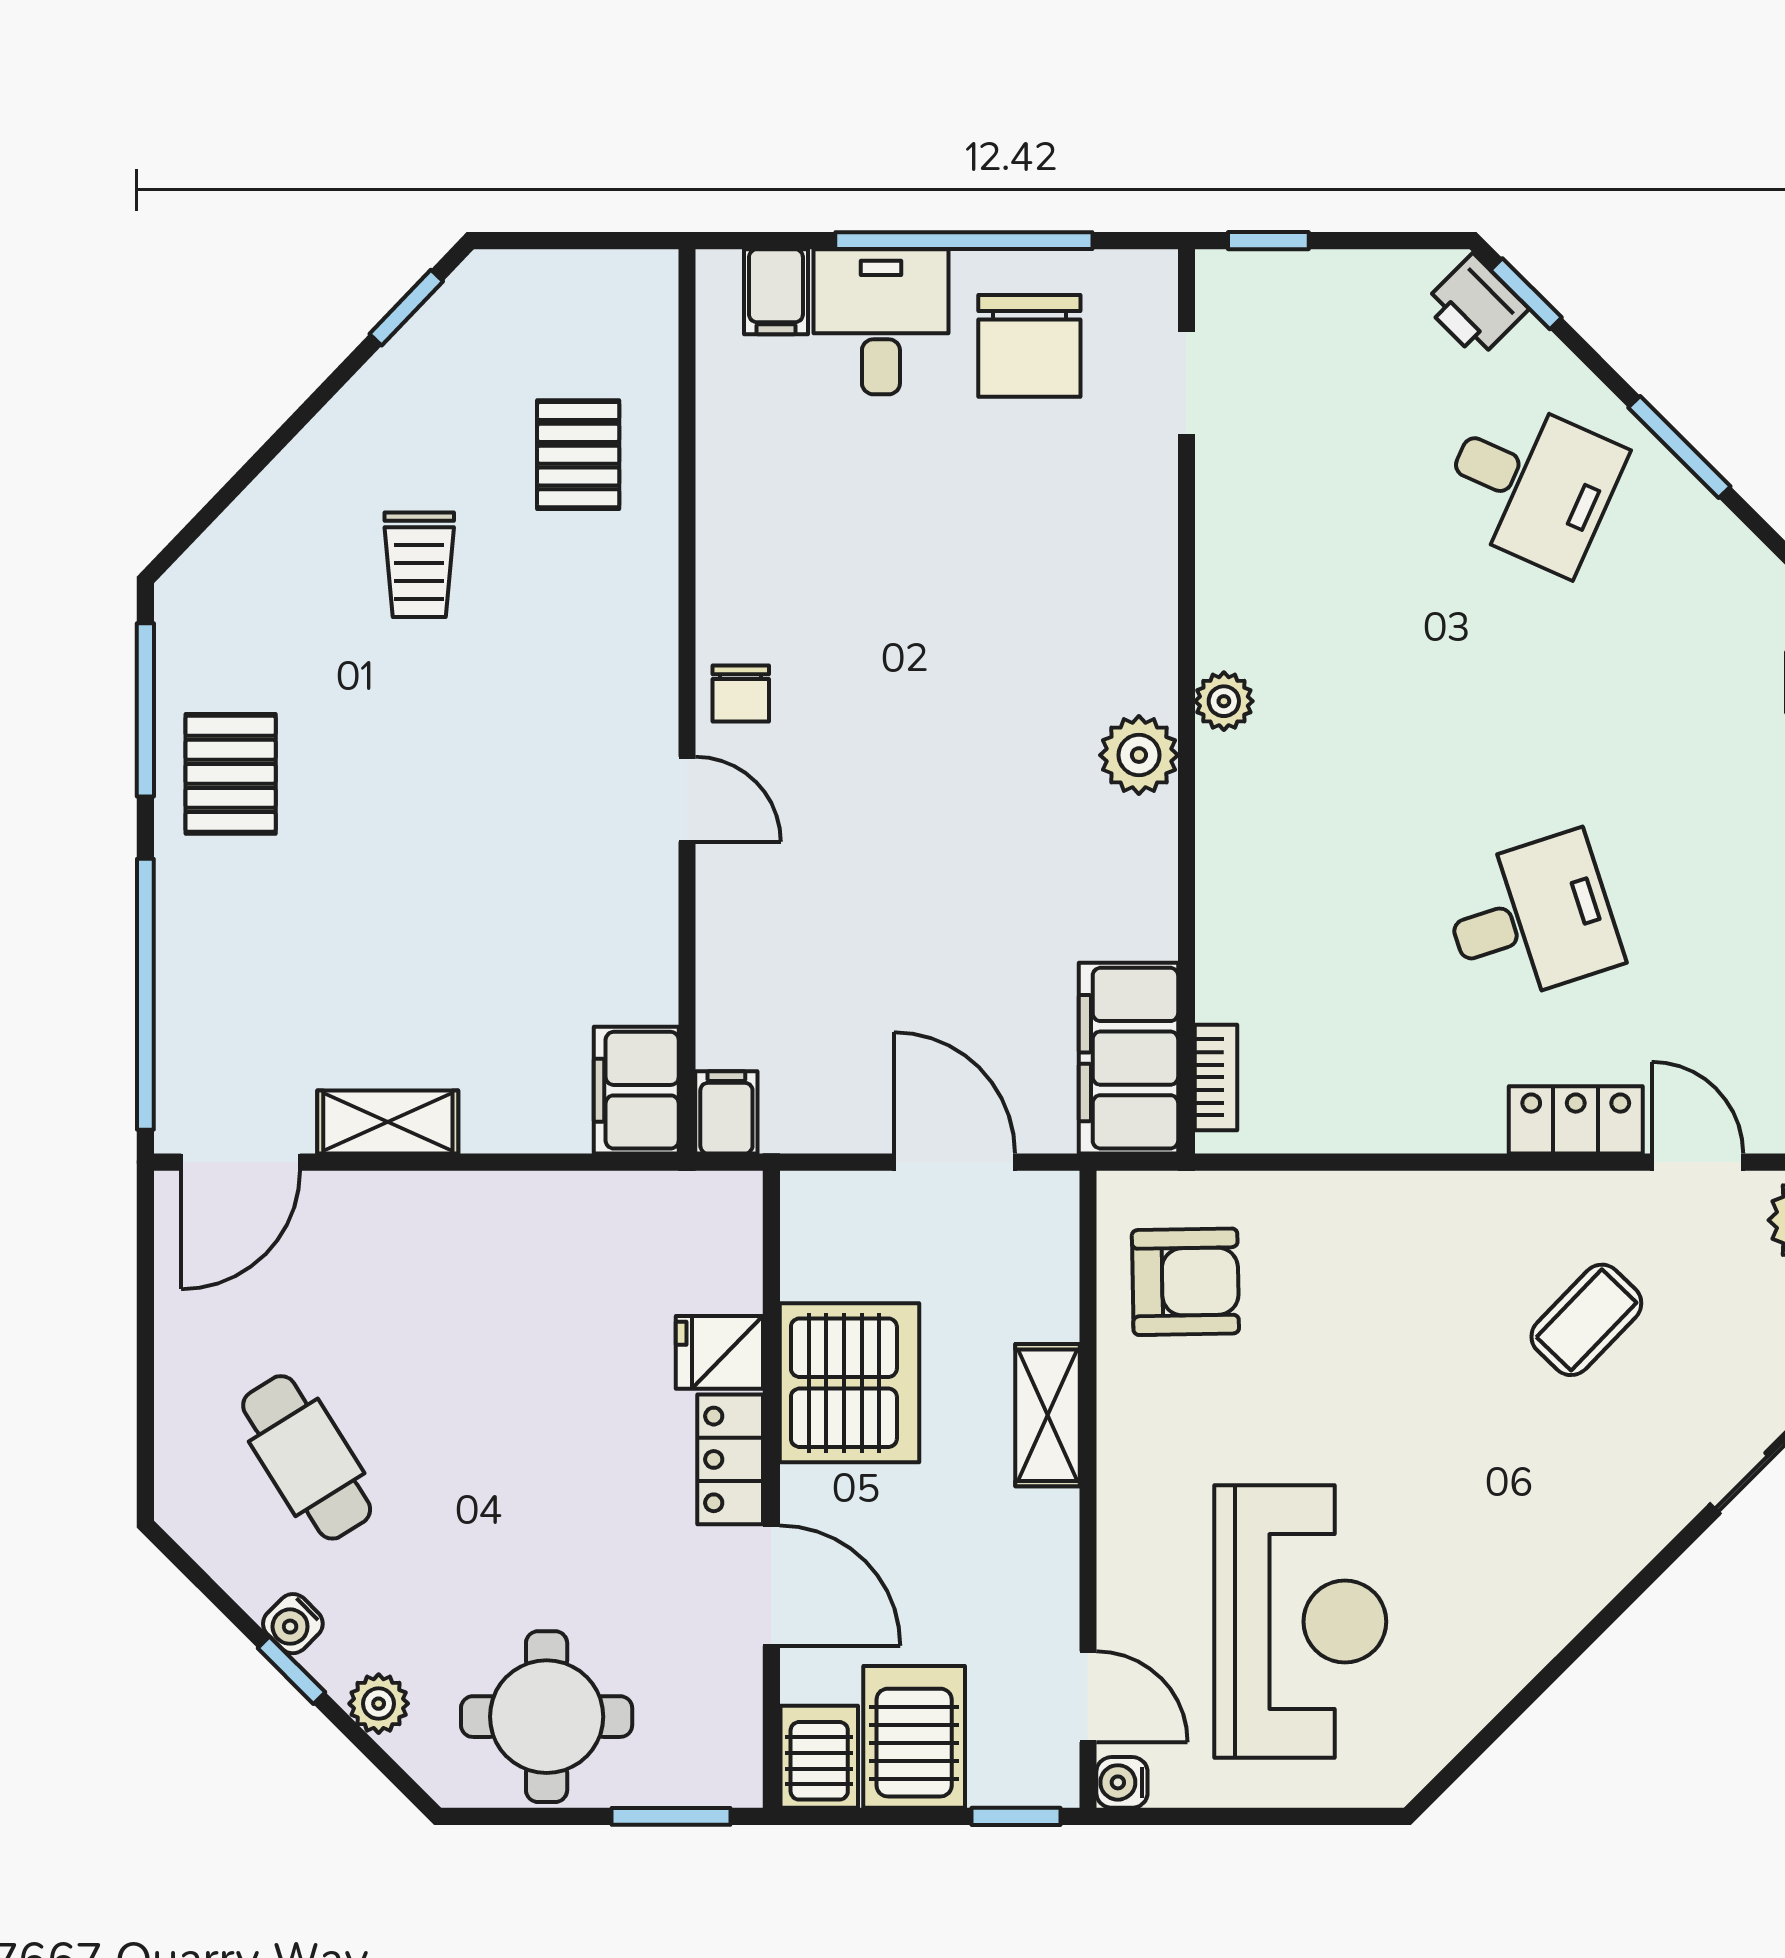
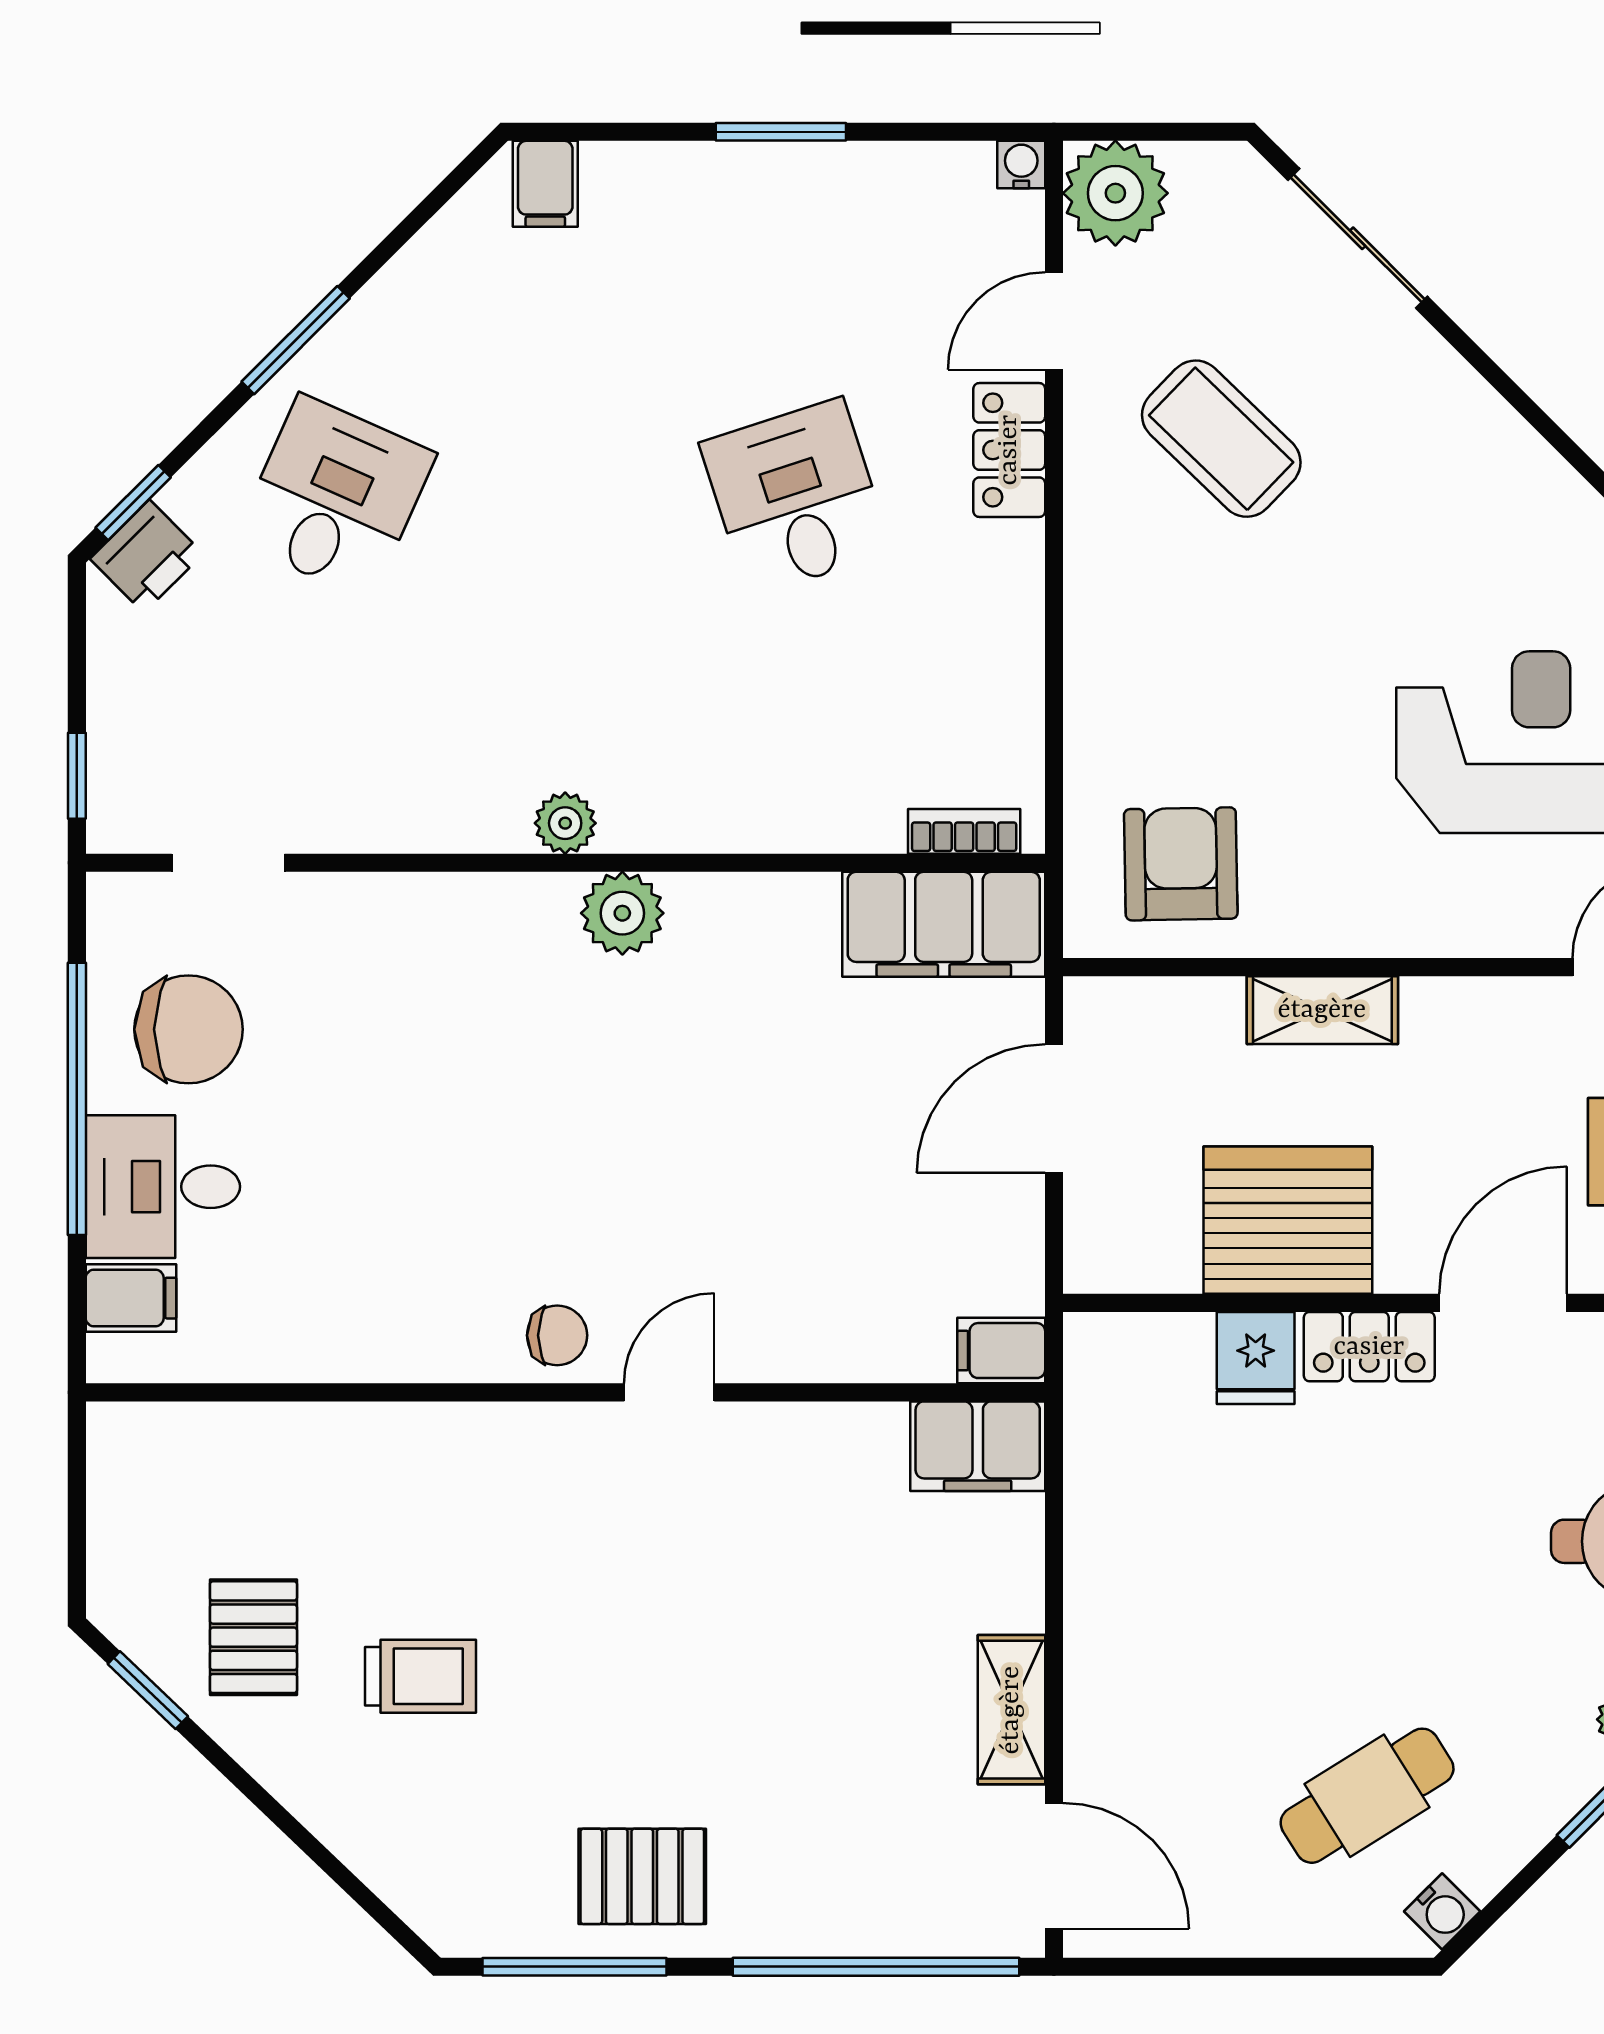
pallet: (578, 455) -> (253, 1637), moved, turned 90
coffee table: (1586, 1320) -> (1221, 439), width x1.36, depth x1.30
water cooler: (293, 1624) -> (1442, 1911), moved

